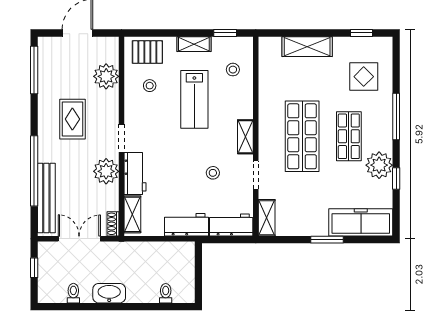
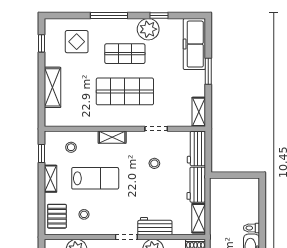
shelving: (245, 137) -> (112, 137), moved
shelving: (132, 214) -> (199, 218), moved, turned 90
shelving: (267, 218) -> (199, 112), moved, turned 90
toilet: (166, 293) -> (252, 228), moved

